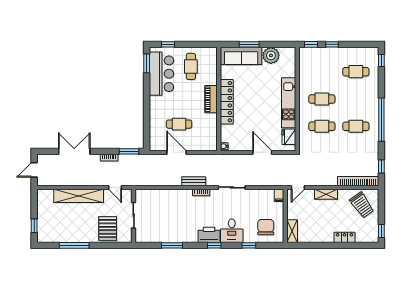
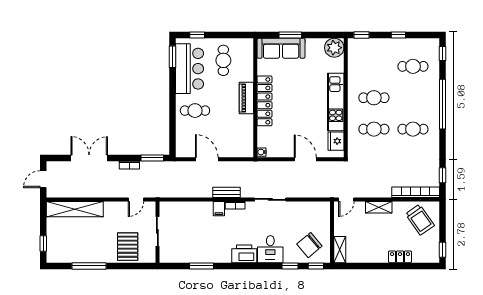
window: (332, 44) -> (398, 35), moved
plant: (271, 55) -> (334, 48), moved
window: (381, 120) -> (442, 104), moved
cafe table: (179, 124) -> (195, 111), moved
door: (115, 187) -> (136, 199), hinge flipped
filing cabinet: (279, 195) -> (219, 209), moved
shelving: (79, 196) -> (75, 209), moved
chair: (266, 227) -> (309, 245), turned -130
window: (214, 245) -> (316, 266), moved

